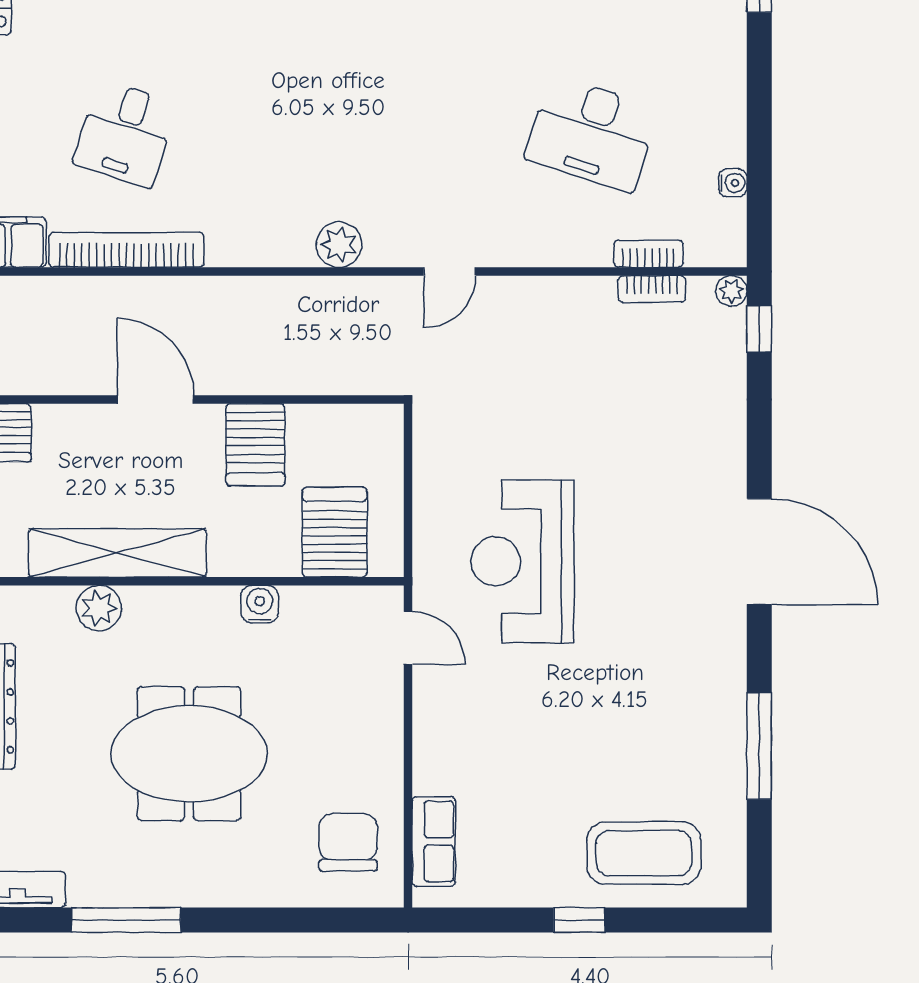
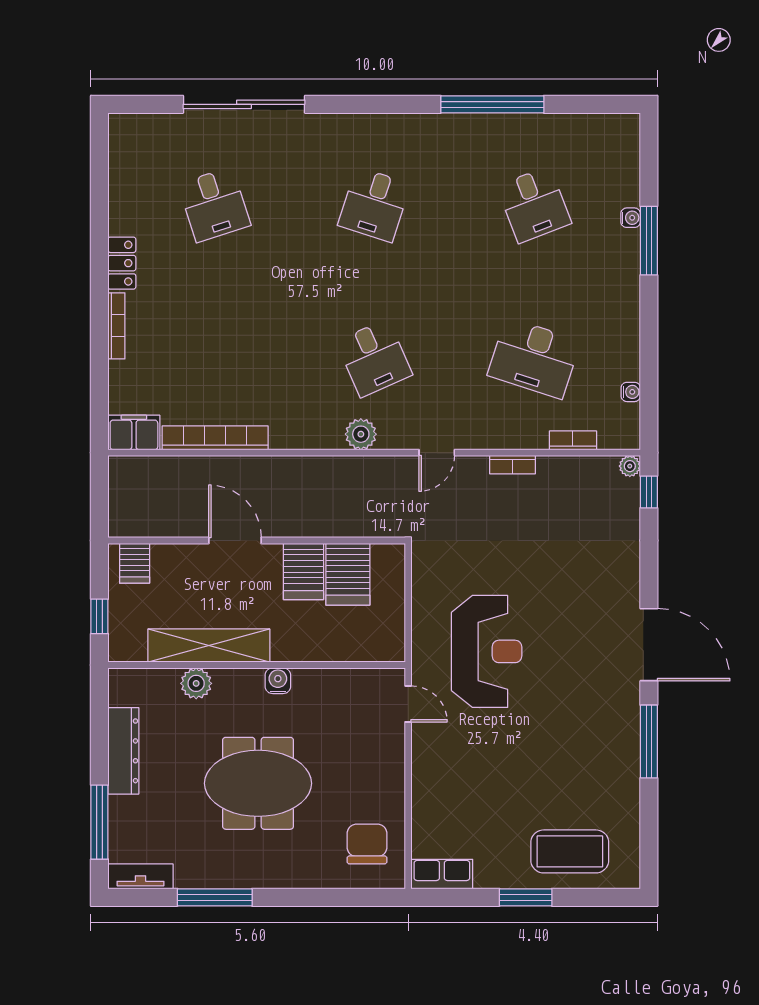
desk: (125, 134) -> (374, 358), moved, turned -42
bookcase: (652, 289) -> (512, 465), moved
server rack: (335, 532) -> (348, 574), moved, turned 180
reception desk: (522, 561) -> (487, 651), turned 180
water cooler: (260, 604) -> (278, 681), moved
window: (759, 746) -> (649, 741), moved
row of seats: (434, 841) -> (442, 874), moved, turned -90
window: (579, 920) -> (526, 897), width x1.50

